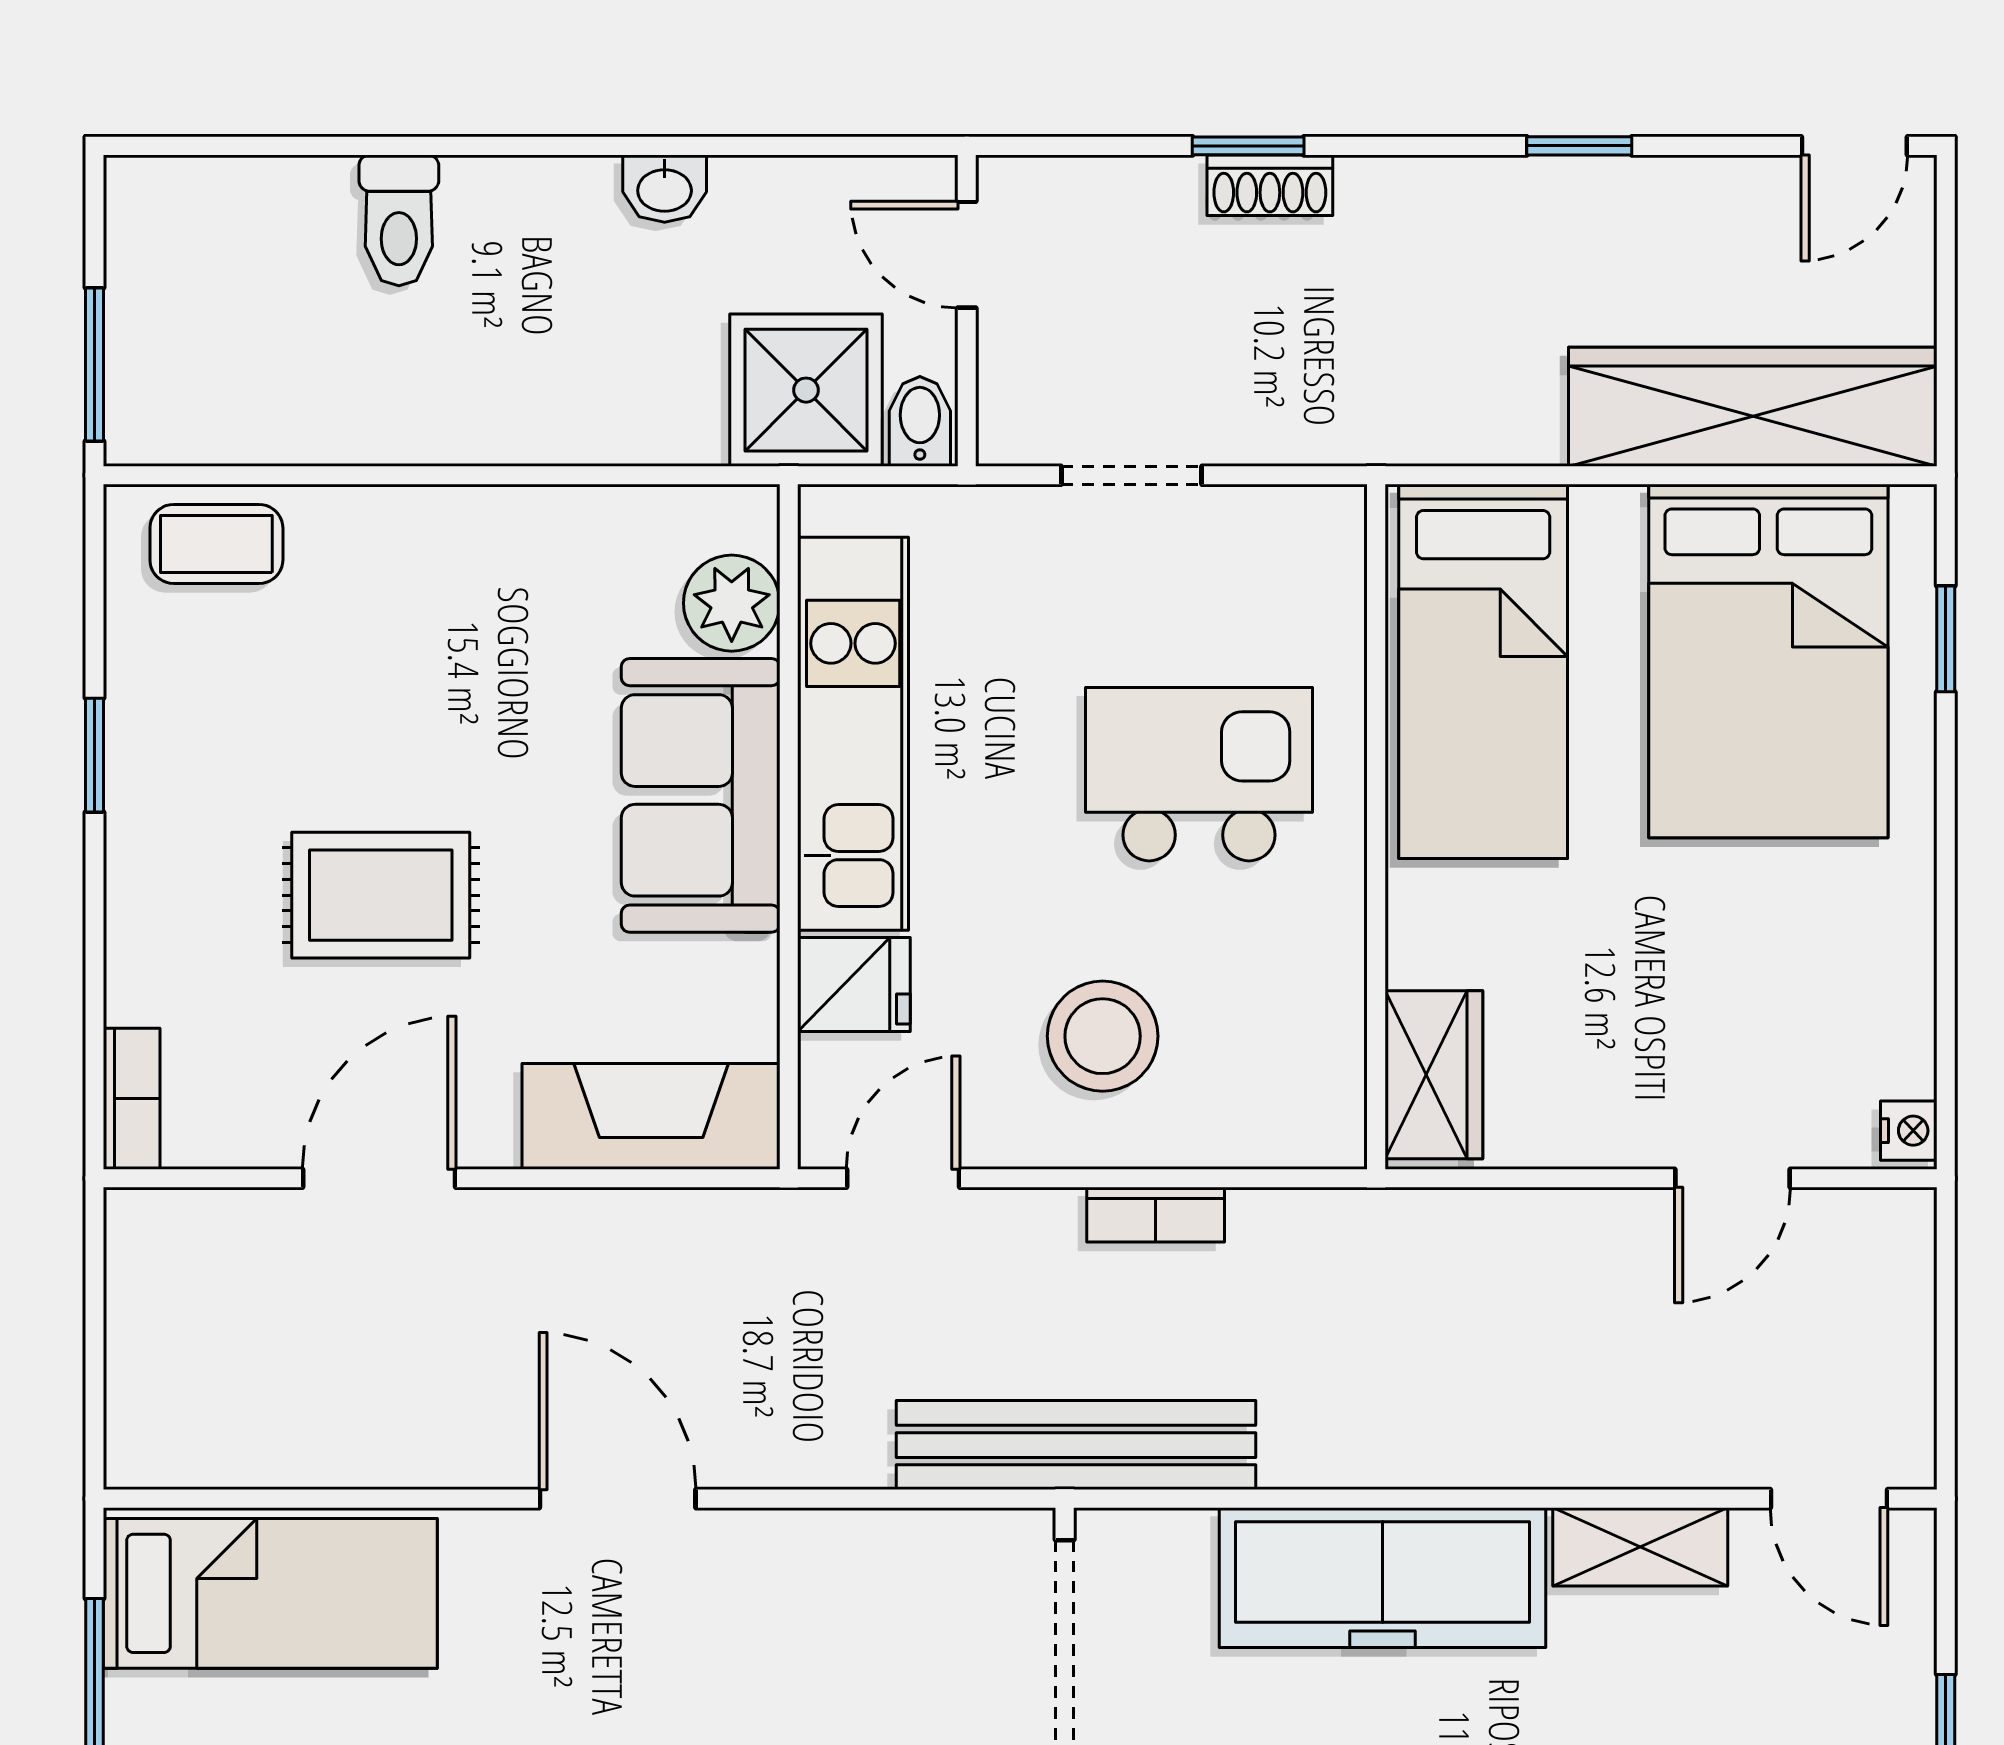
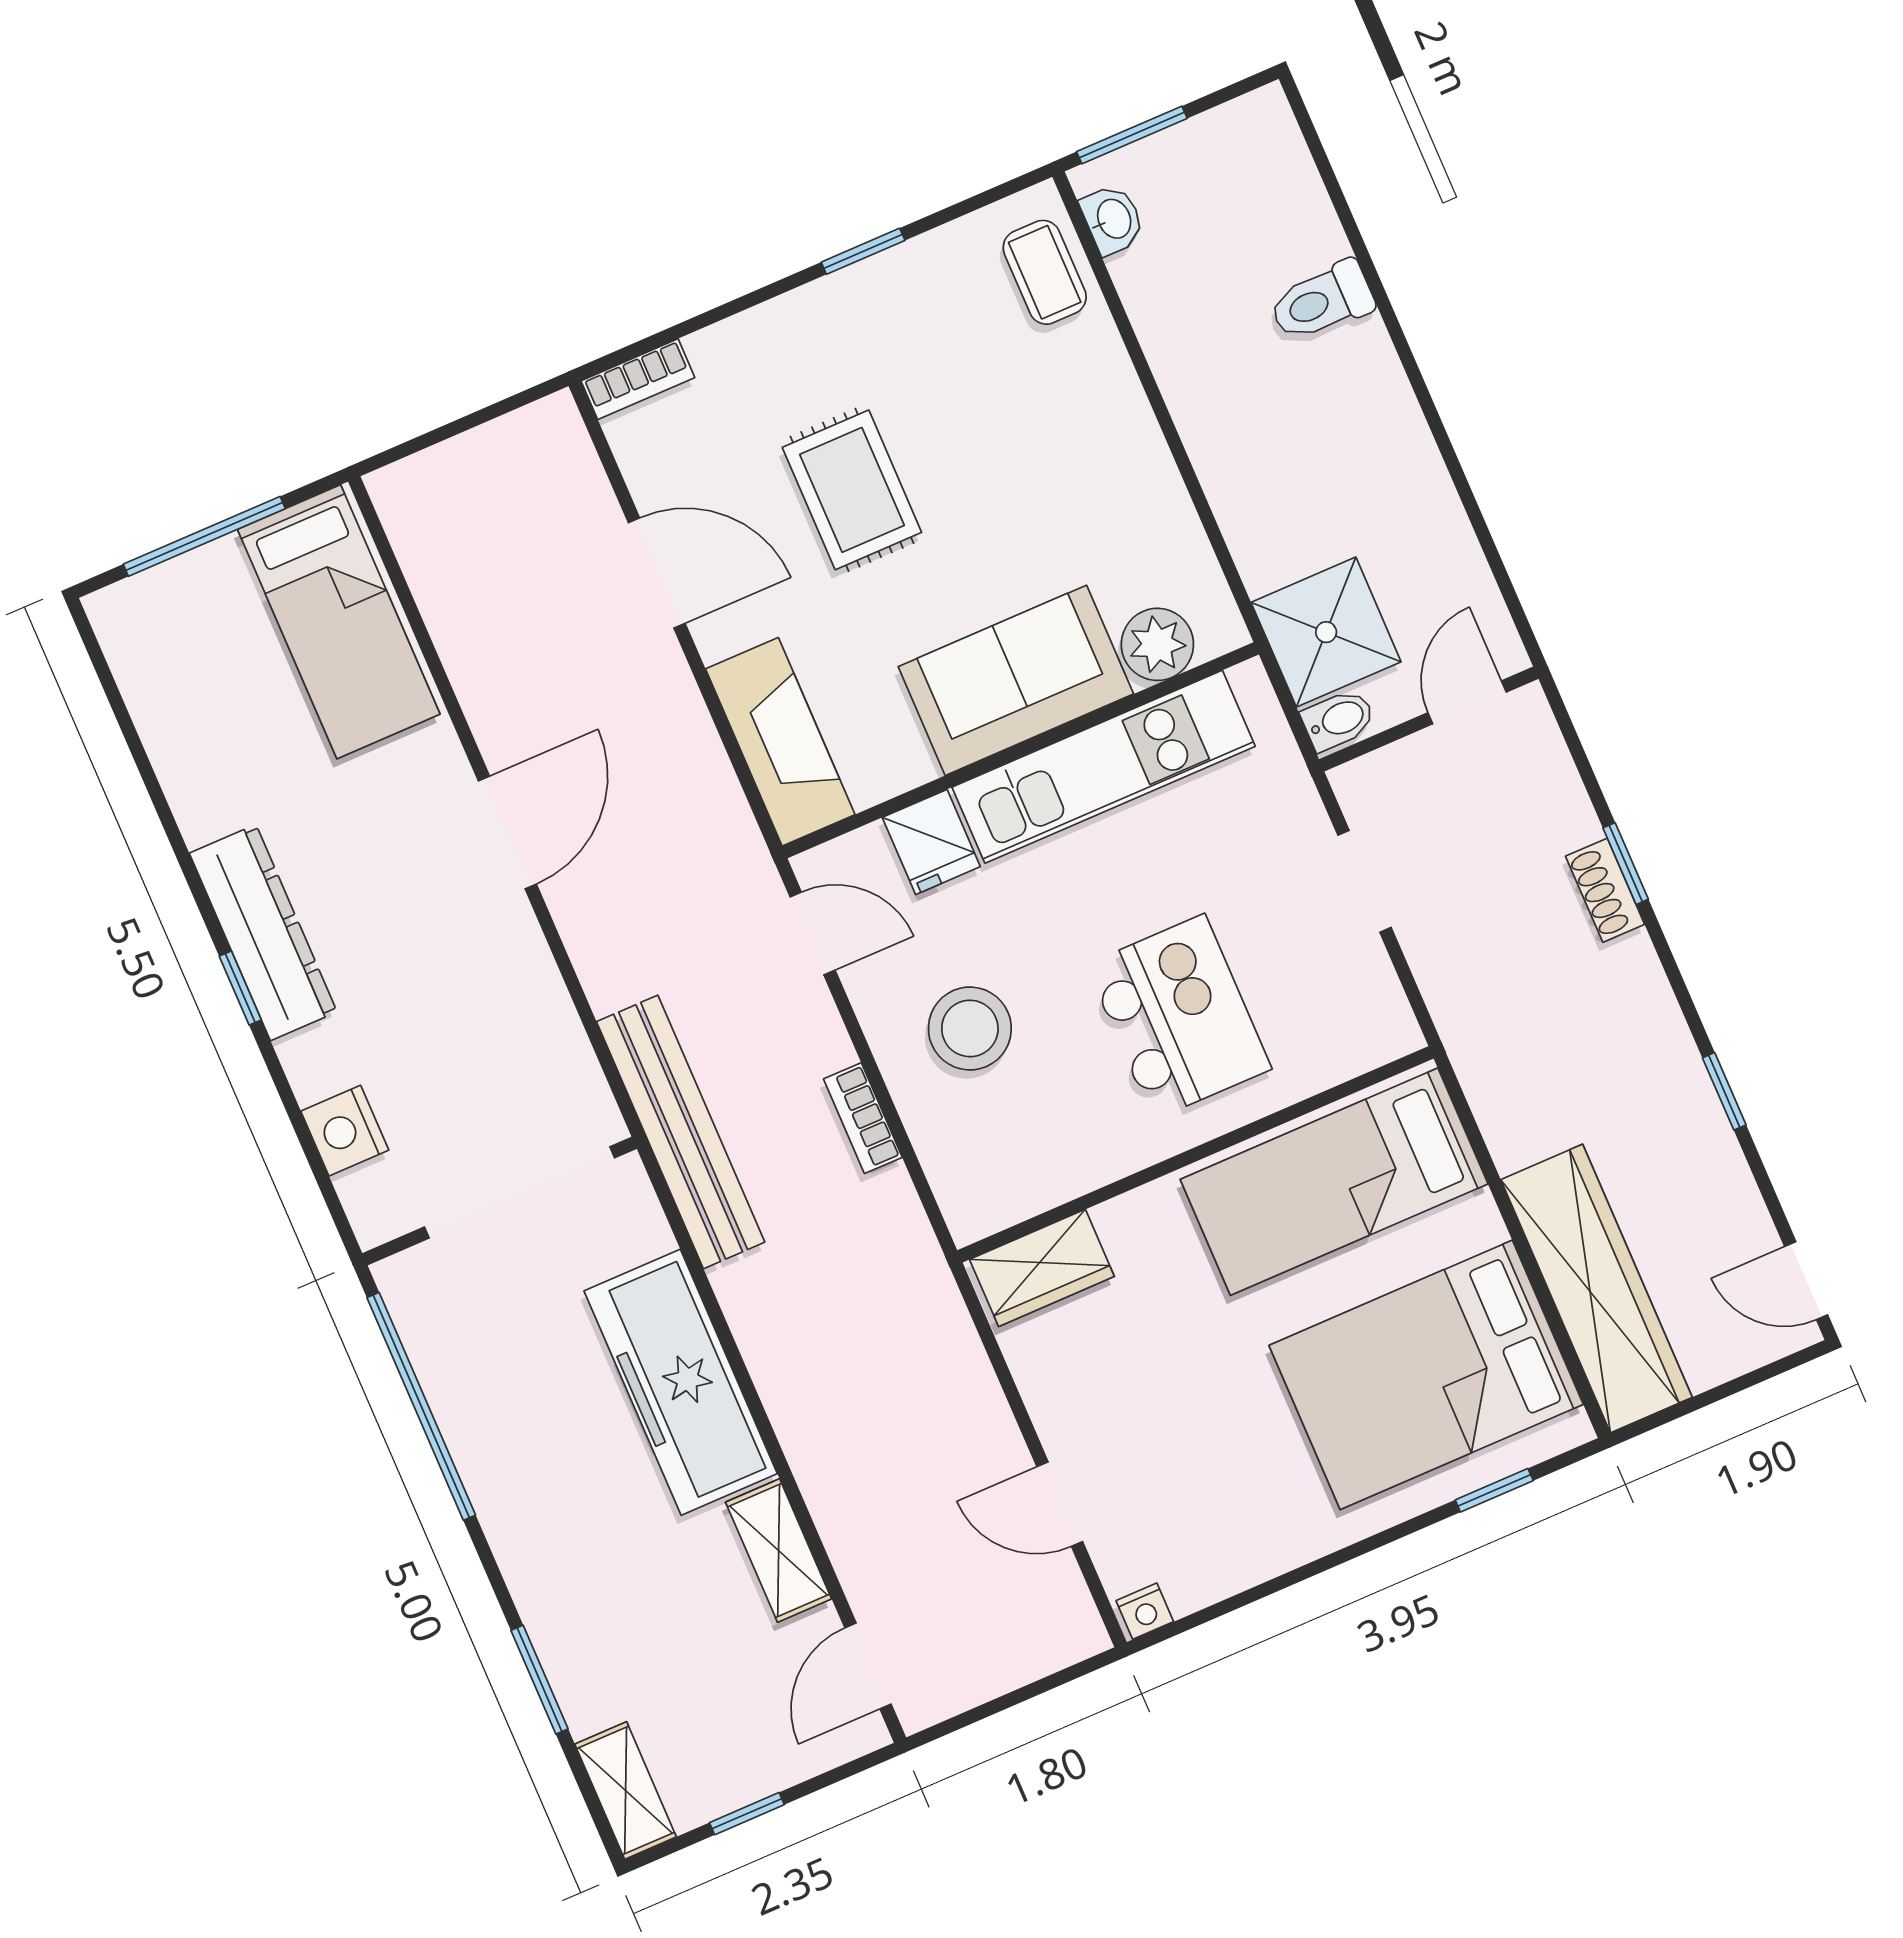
washbasin: (665, 189) -> (1113, 219), moved, turned 180

